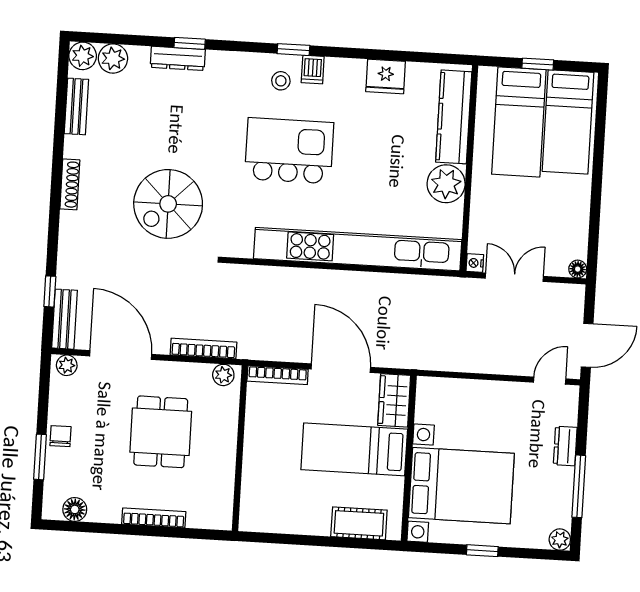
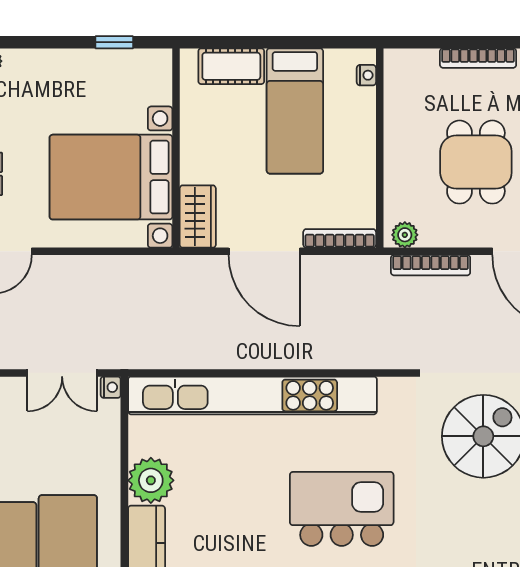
kitchen island: (289, 151) -> (342, 509), turned 180
bed: (354, 449) -> (295, 111), moved, turned 90
bed with nightstands: (461, 486) -> (111, 177), moved
nightstand: (247, 509) -> (366, 75), added
window: (482, 551) -> (114, 42), moved

